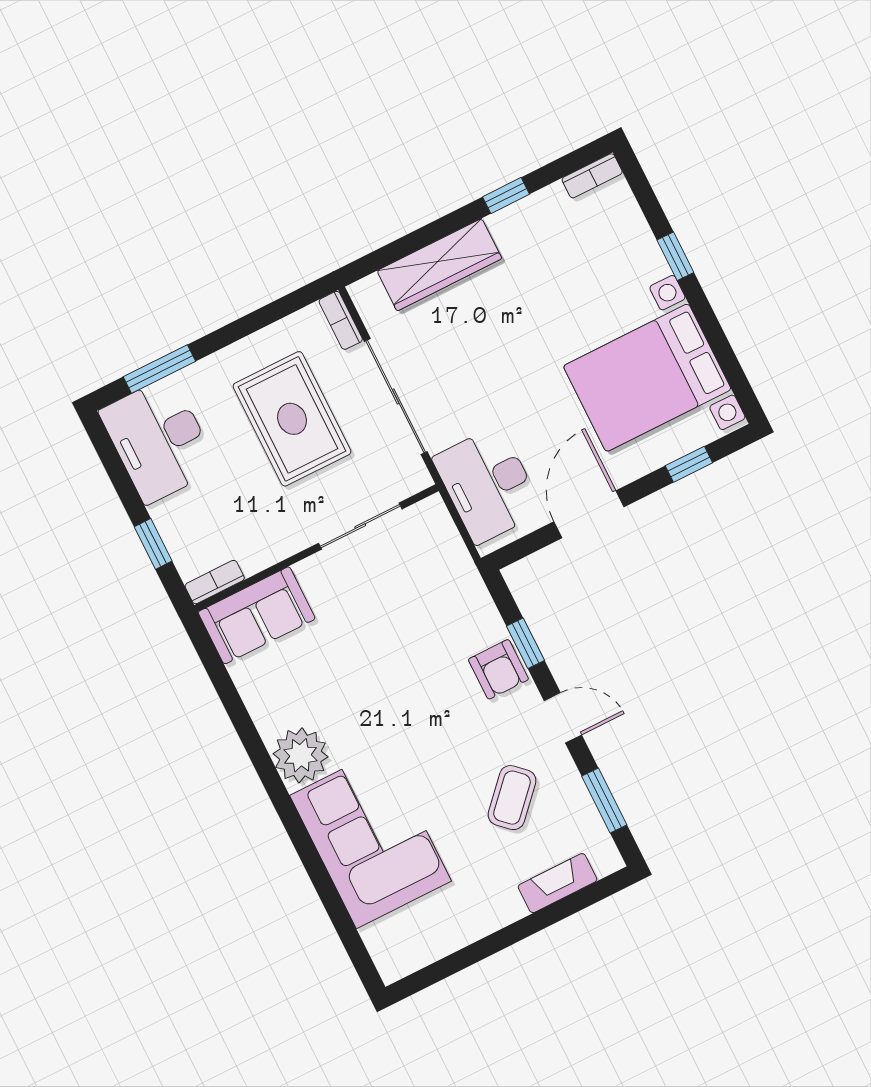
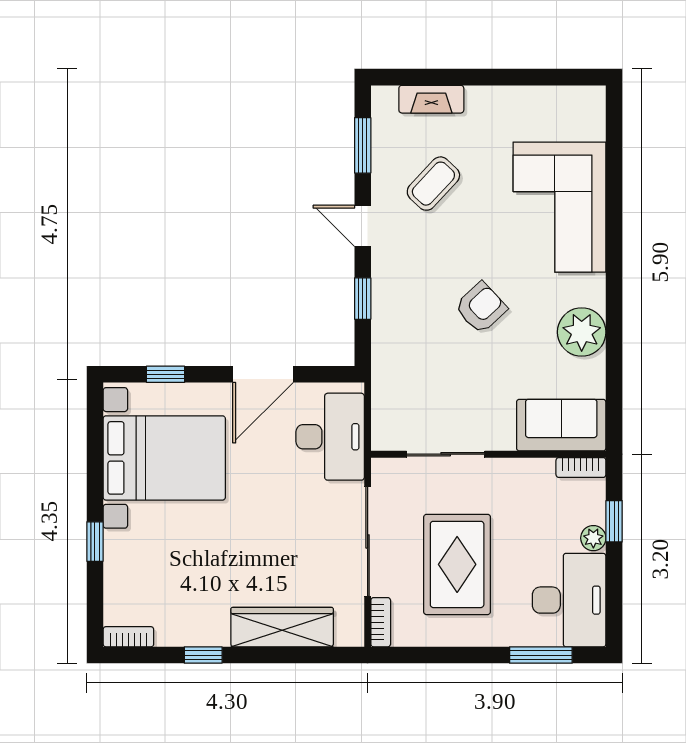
plant: (166, 516) -> (593, 538), added
armchair: (498, 669) -> (481, 308), moved, turned 47
plant: (301, 755) -> (582, 332), moved

